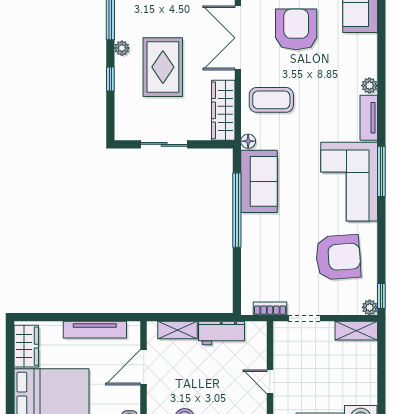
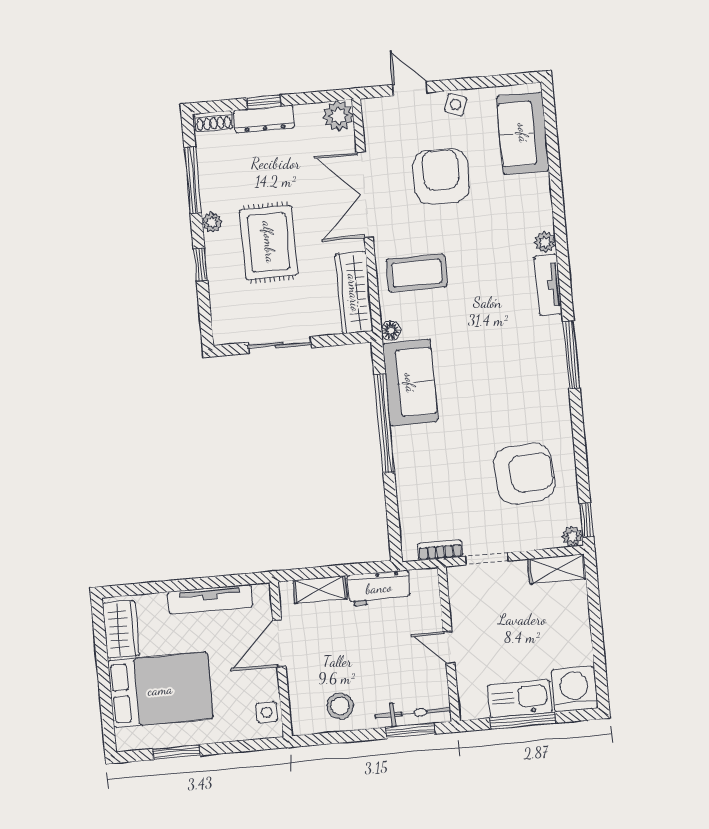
corner sofa: (349, 182) -> (530, 372), removed

